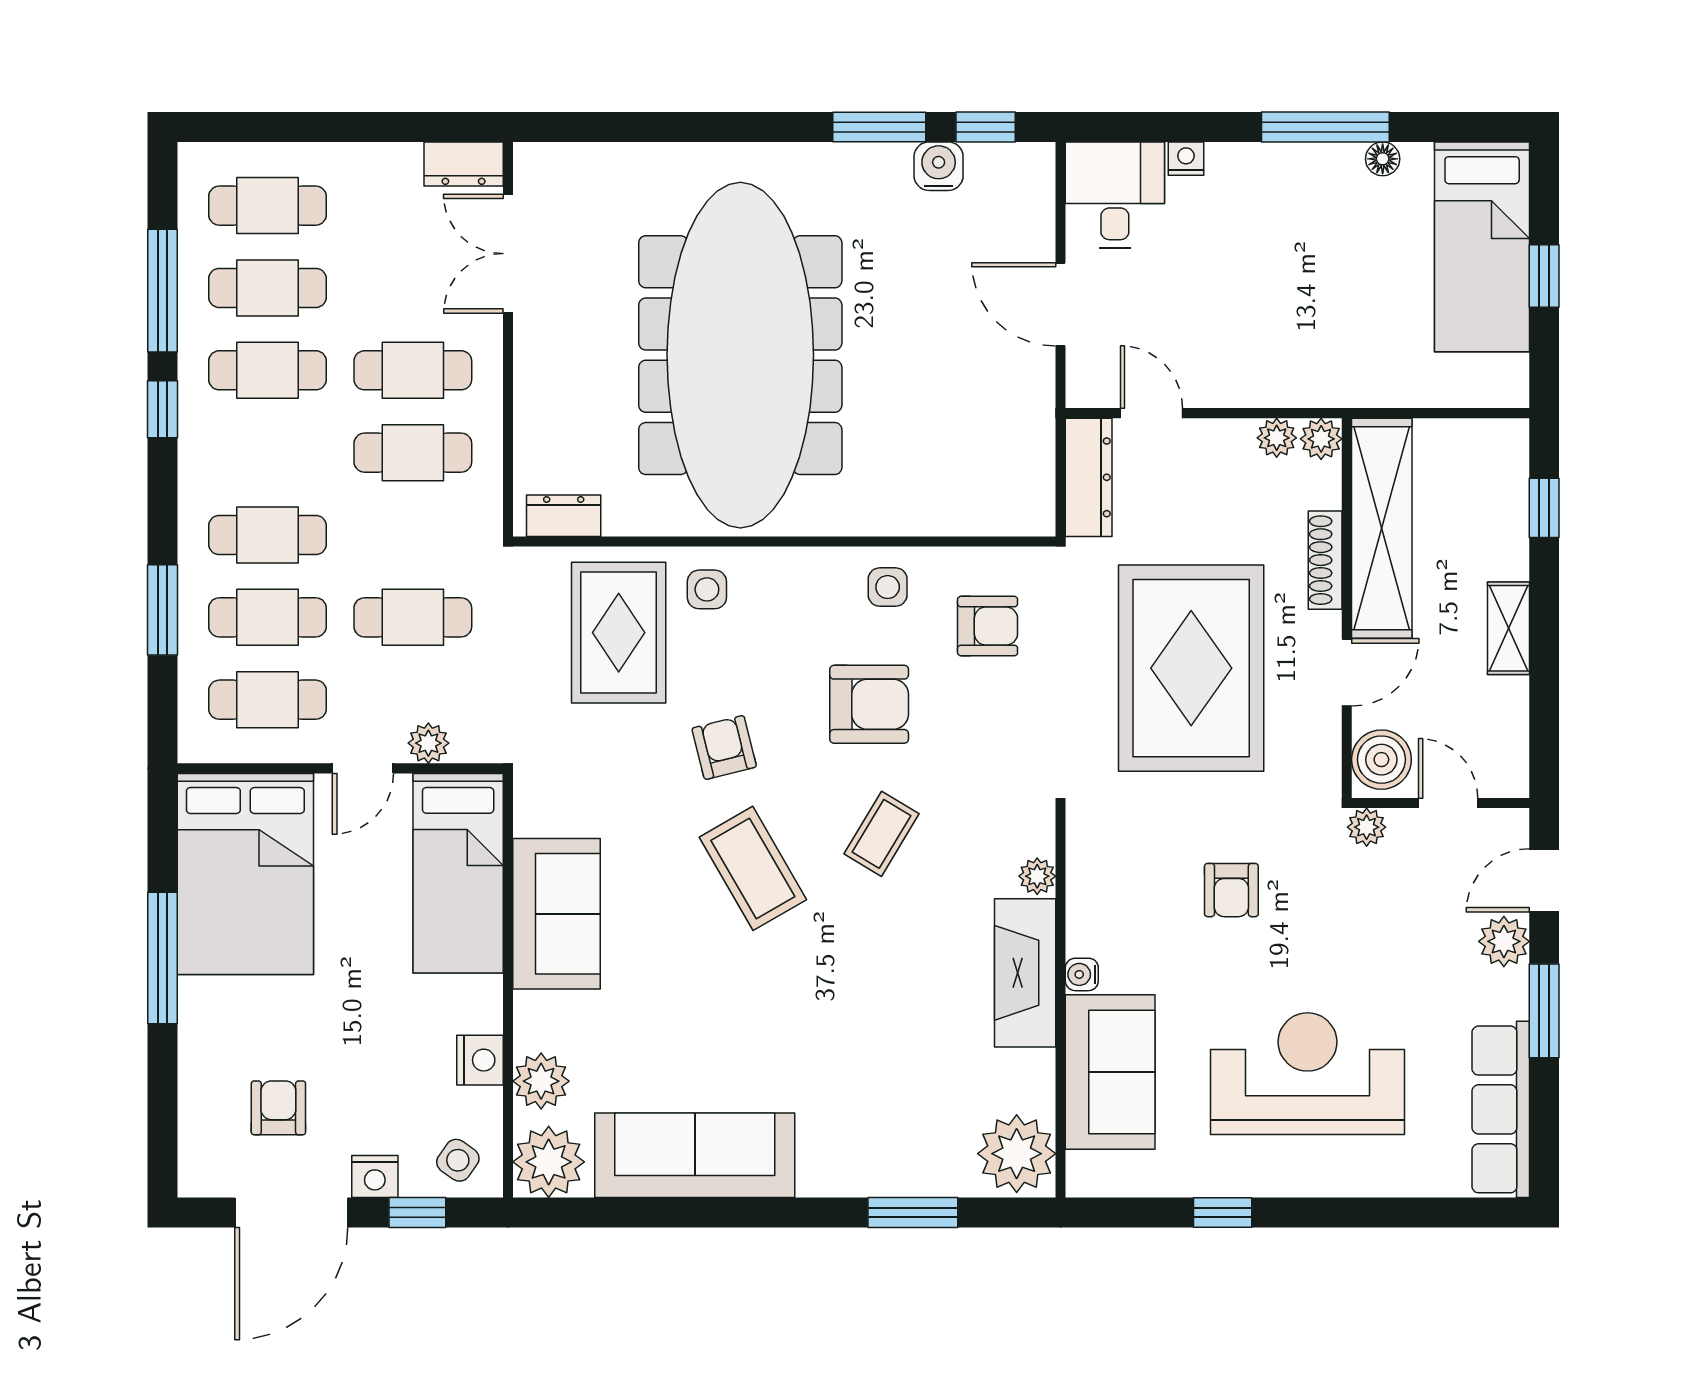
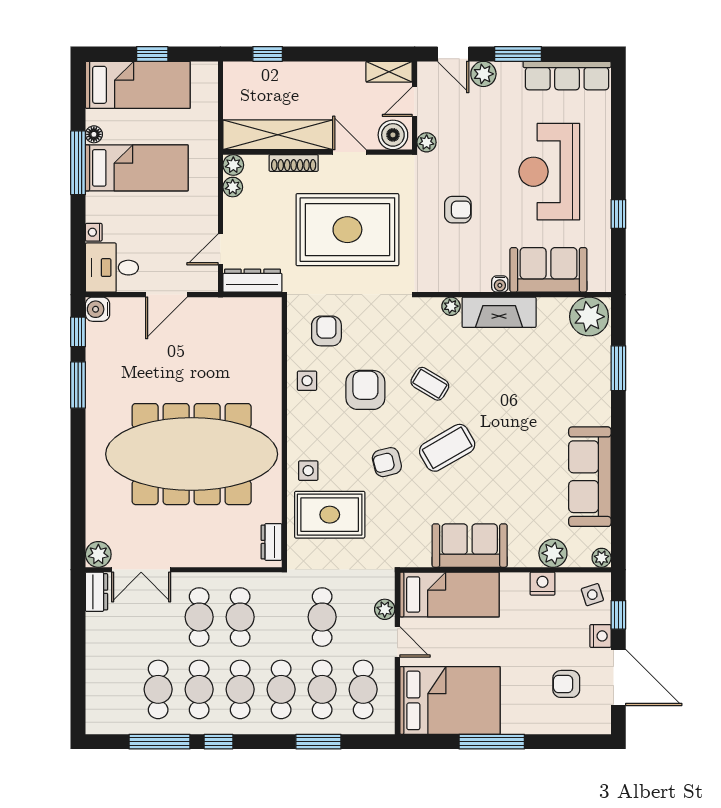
water cooler: (939, 166) -> (98, 309), moved
plant: (539, 168) -> (98, 554), added
cafe table: (268, 206) -> (240, 689), moved
bed: (1315, 245) -> (137, 168), added
shelving: (1508, 628) -> (389, 72), moved
side table: (458, 1160) -> (592, 595), turned 37
plant: (549, 1162) -> (602, 558), width x0.53, depth x0.53

